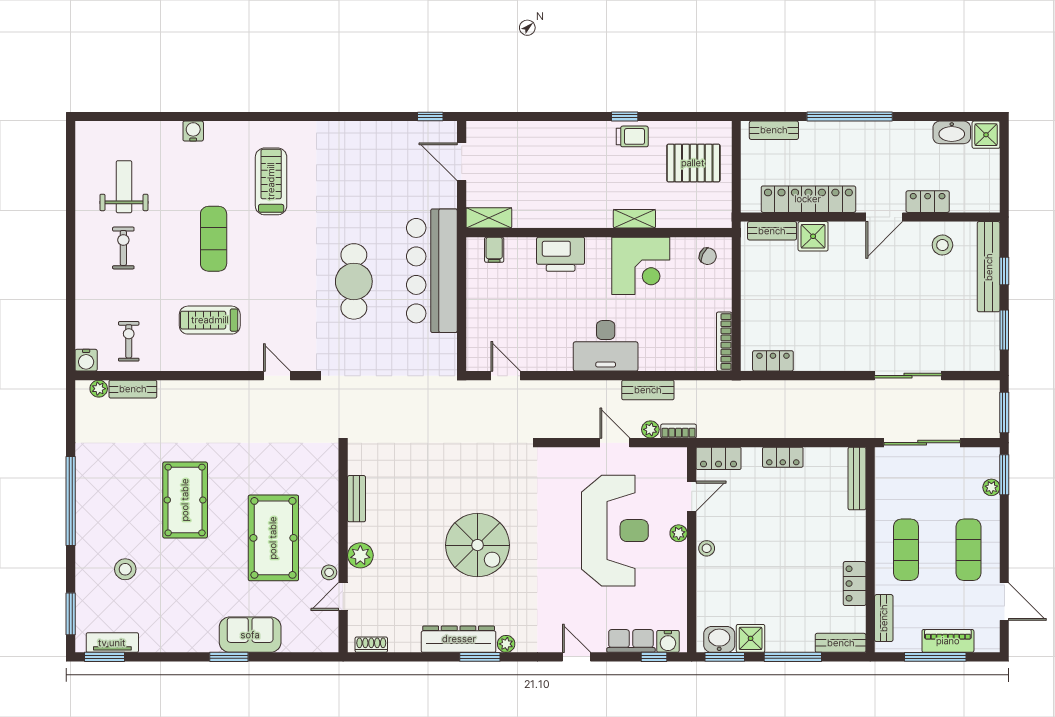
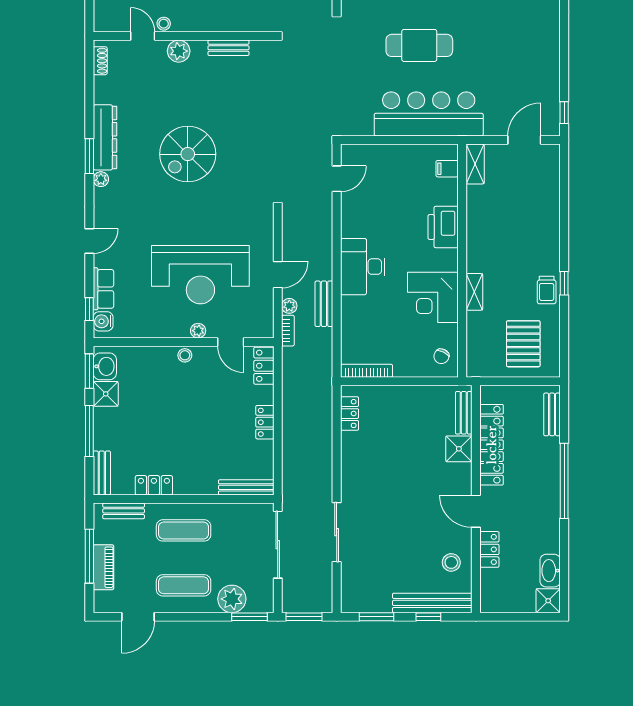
plant: (991, 487) -> (232, 599), width x1.88, depth x1.88

